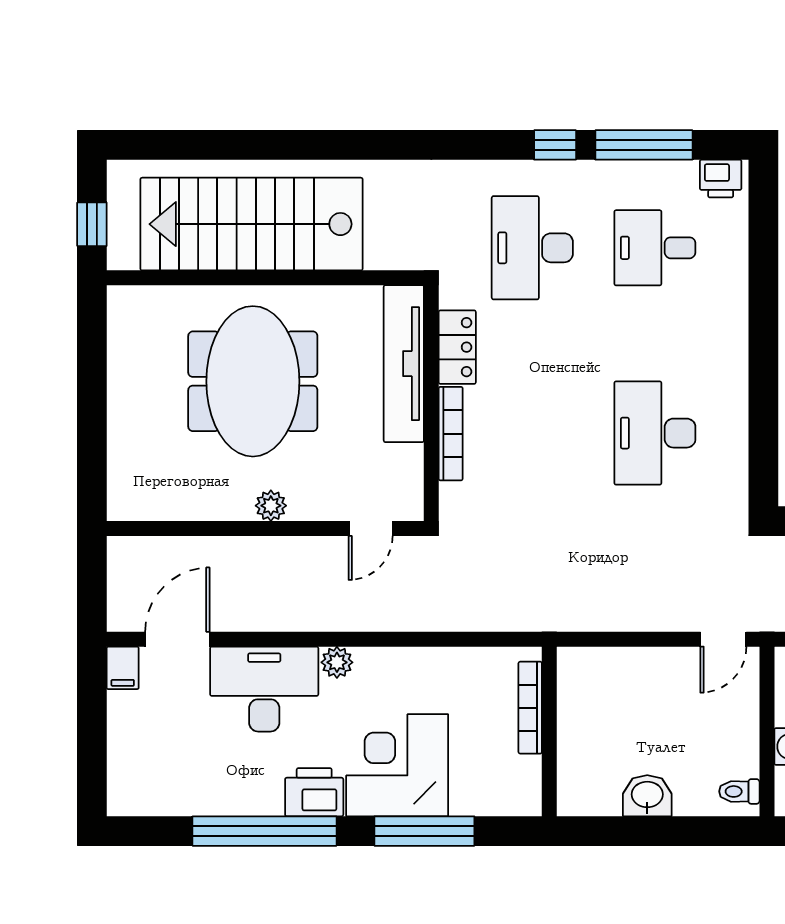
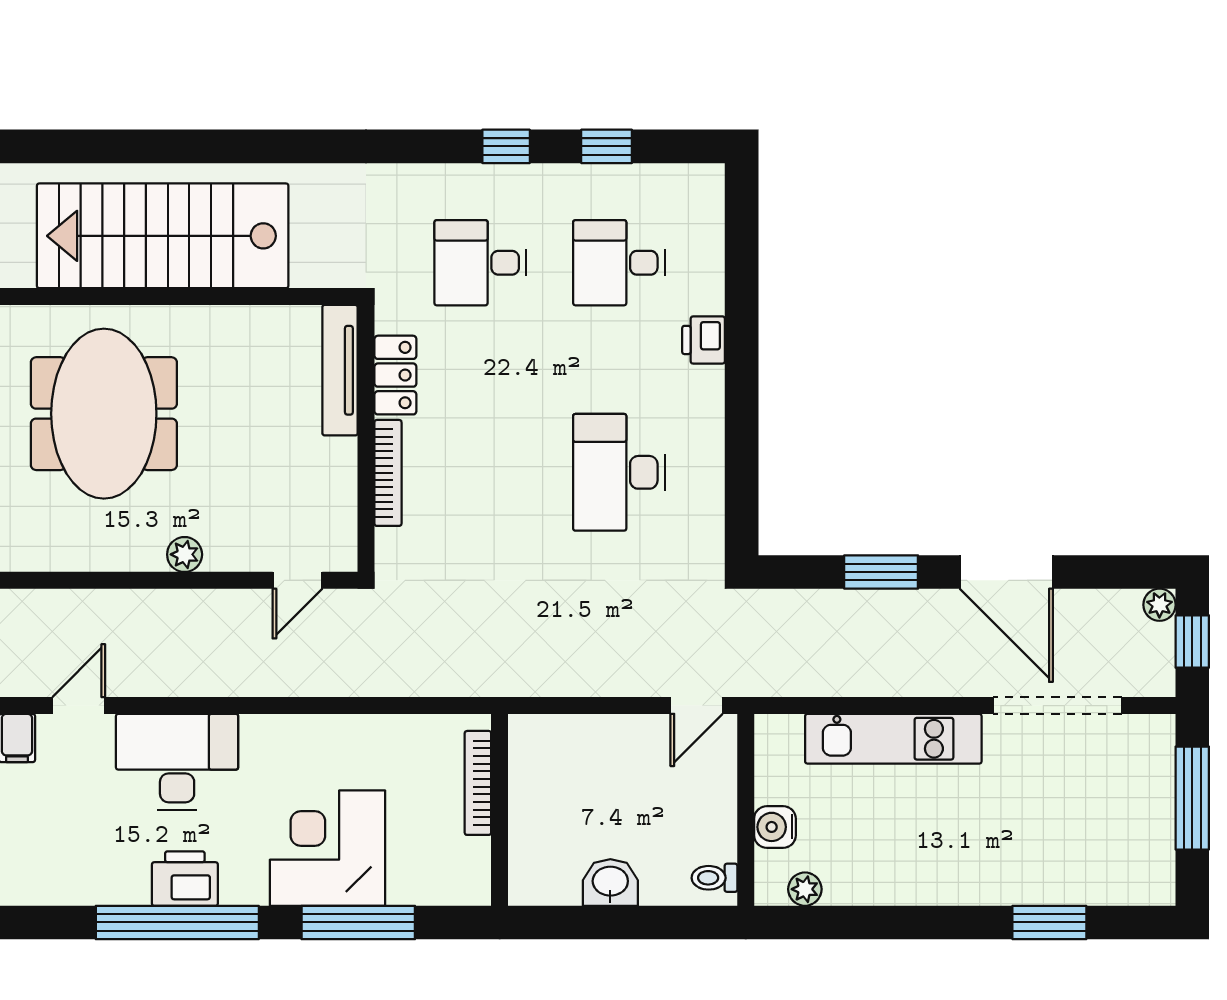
window: (644, 145) -> (607, 146), width x0.46
printer: (721, 179) -> (704, 340), moved, turned 90
desk: (532, 248) -> (480, 263), width x0.73
tv unit: (404, 364) -> (340, 370), width x0.73, depth x0.78
meeting table: (253, 381) -> (104, 414), moved
door: (177, 639) -> (79, 706), width x0.73
plant: (337, 662) -> (259, 732), removed
printer: (314, 792) -> (185, 879), moved

